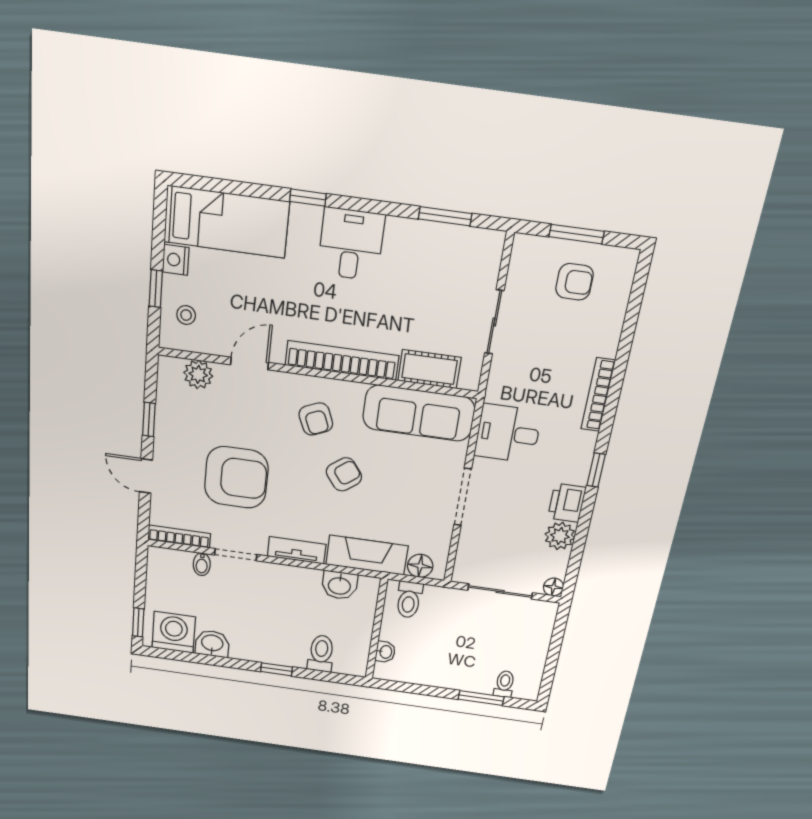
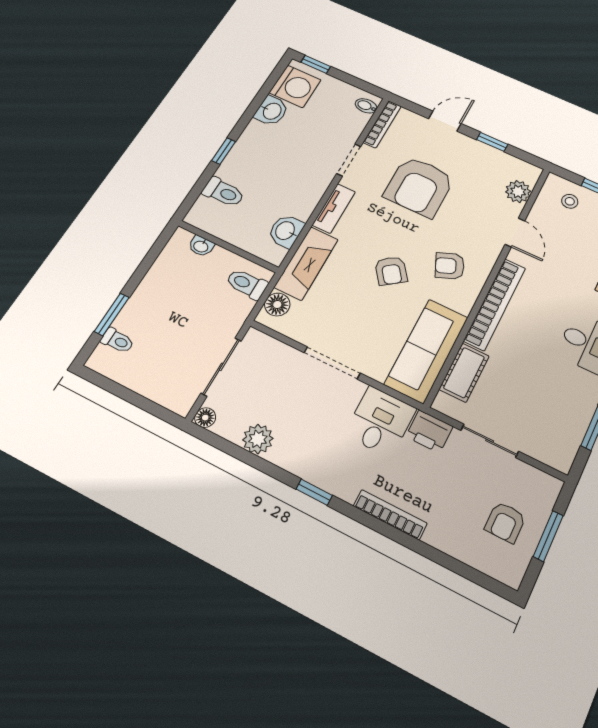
printer: (567, 503) -> (429, 431), moved, turned 180
bidet: (202, 564) -> (366, 106), moved

